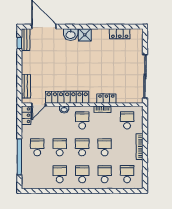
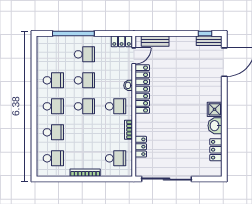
washbasin: (71, 35) -> (215, 126), moved
locker: (106, 99) -> (141, 147), moved
door: (39, 105) -> (134, 56), swing flipped
school desk: (105, 147) -> (84, 132), removed

